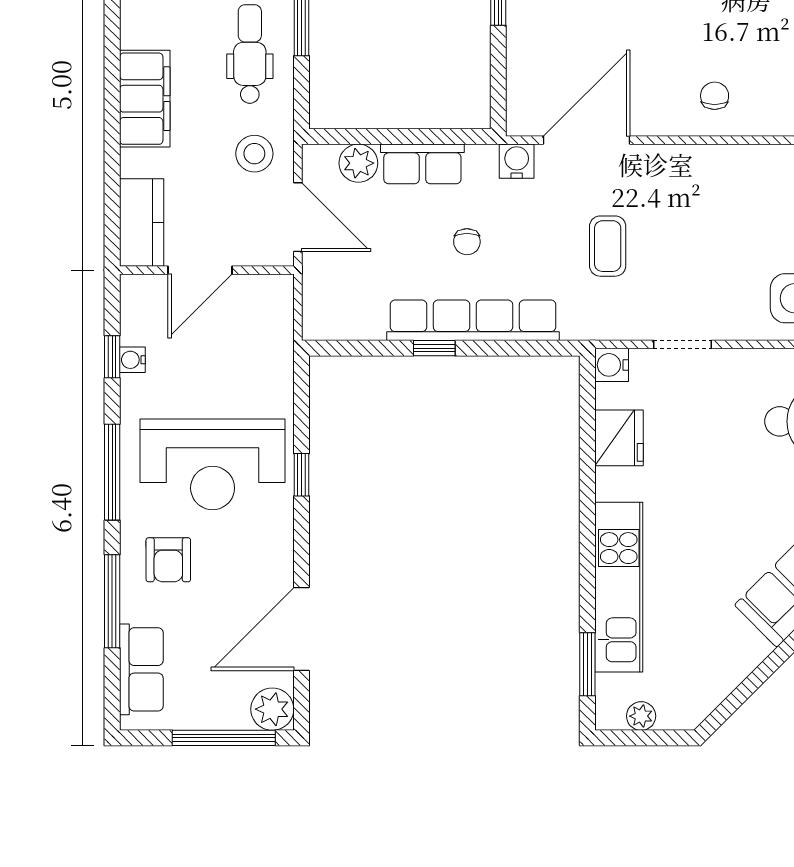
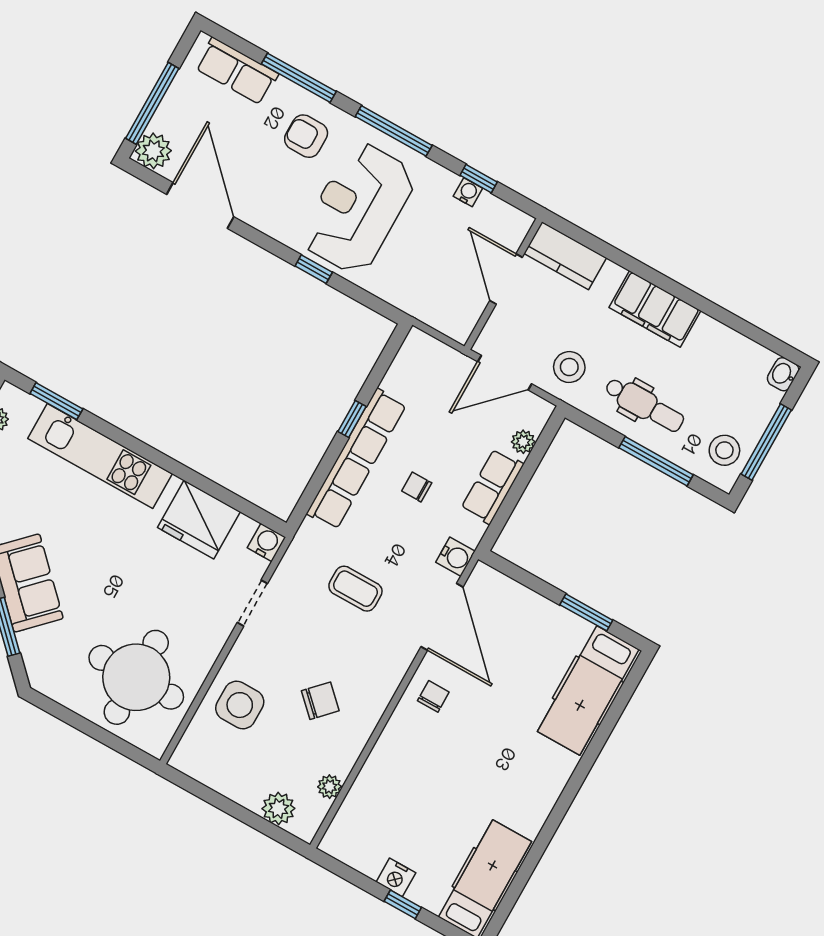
chair: (715, 96) -> (433, 696), moved, turned -90
plant: (358, 163) -> (523, 442), width x0.73, depth x0.73
chair: (744, 217) -> (320, 701), added
fridge: (619, 438) -> (199, 520), width x1.36, depth x1.34

